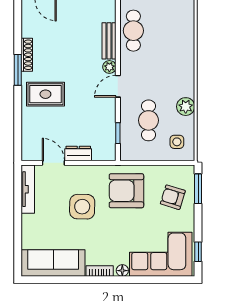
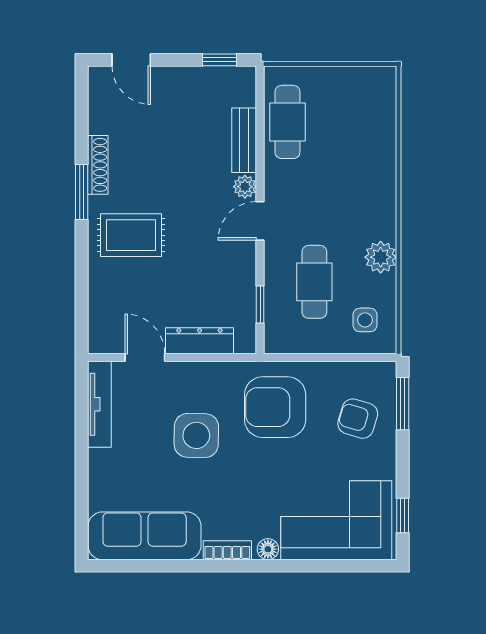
dresser: (78, 153) -> (199, 341), width x1.44

